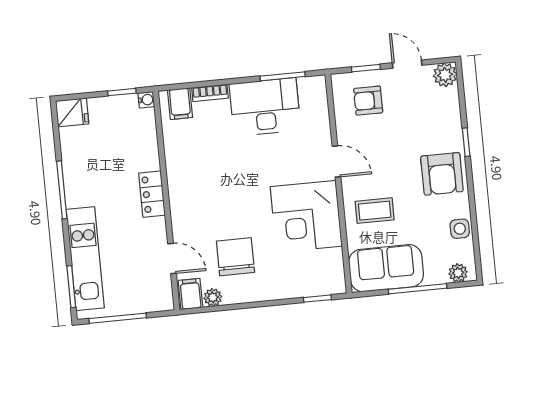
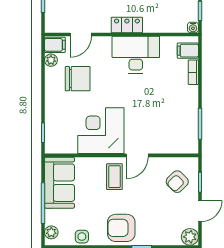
armchair: (368, 101) -> (177, 182), turned -135
desk: (265, 107) -> (136, 55), moved, turned -90
coffee table: (375, 211) -> (114, 177), moved

